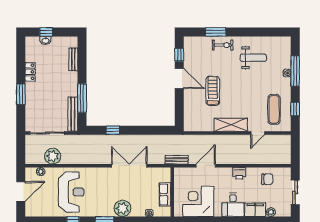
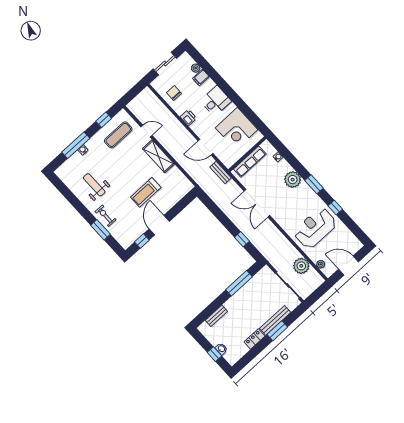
bench: (73, 114) -> (275, 320), moved
row of seats: (165, 194) -> (250, 162), width x1.48
filing cabinet: (255, 210) -> (201, 78), width x0.50

